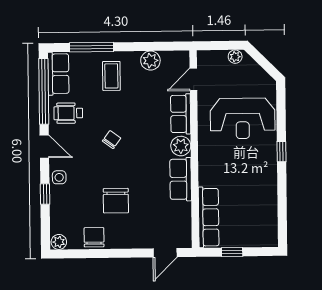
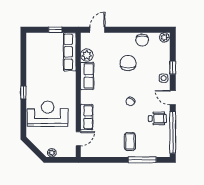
plant: (150, 61) -> (105, 151), removed
row of seats: (58, 74) -> (163, 143), removed
plant: (181, 146) -> (87, 55), moved

